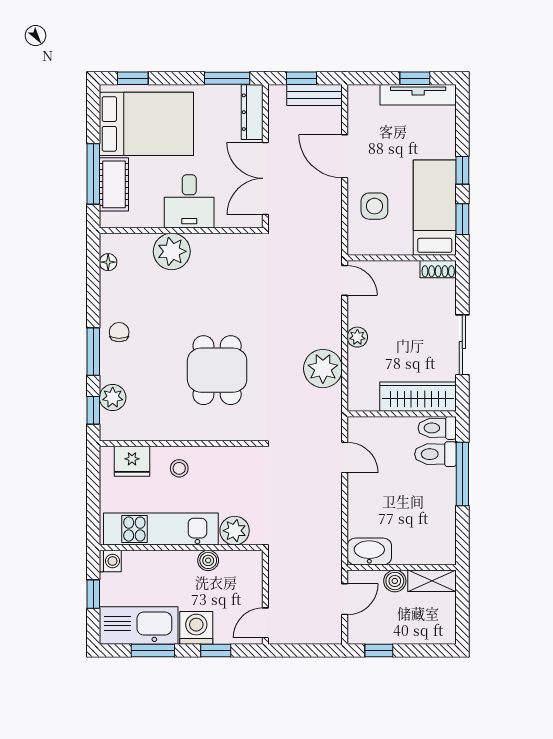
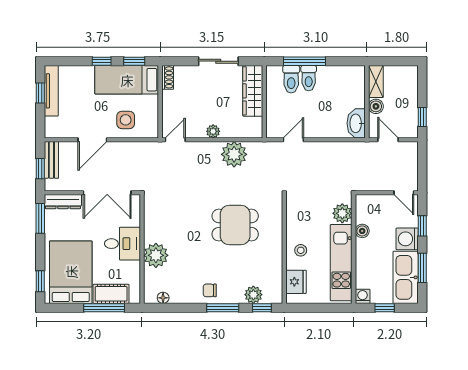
toilet: (437, 428) -> (309, 78), moved

